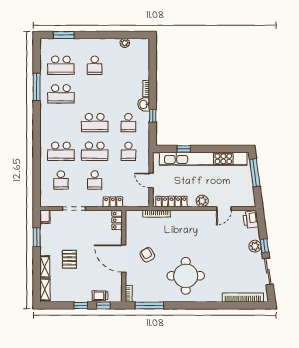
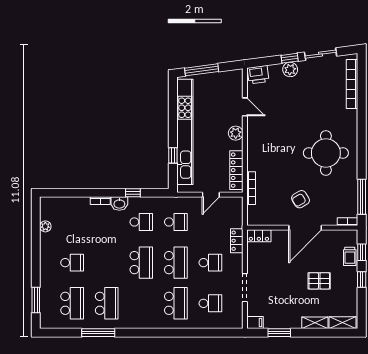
pallet: (69, 259) -> (319, 281), moved

